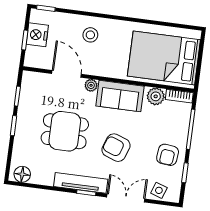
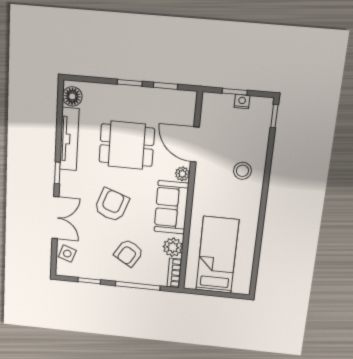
nightstand: (37, 35) -> (242, 102), width x0.53, depth x0.56
bed: (164, 58) -> (217, 255), width x0.67
door: (67, 74) -> (195, 145), swing flipped
dining table: (65, 131) -> (127, 145), turned 90
armchair: (168, 155) -> (129, 253), moved, turned -64
tv unit: (81, 183) -> (69, 139), moved

